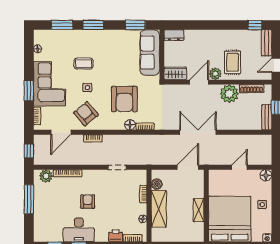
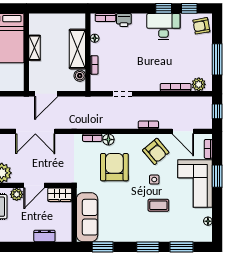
dresser: (174, 35) -> (44, 236), moved
door: (61, 132) -> (183, 131), swing flipped
armchair: (88, 202) -> (201, 26), moved, turned 80

